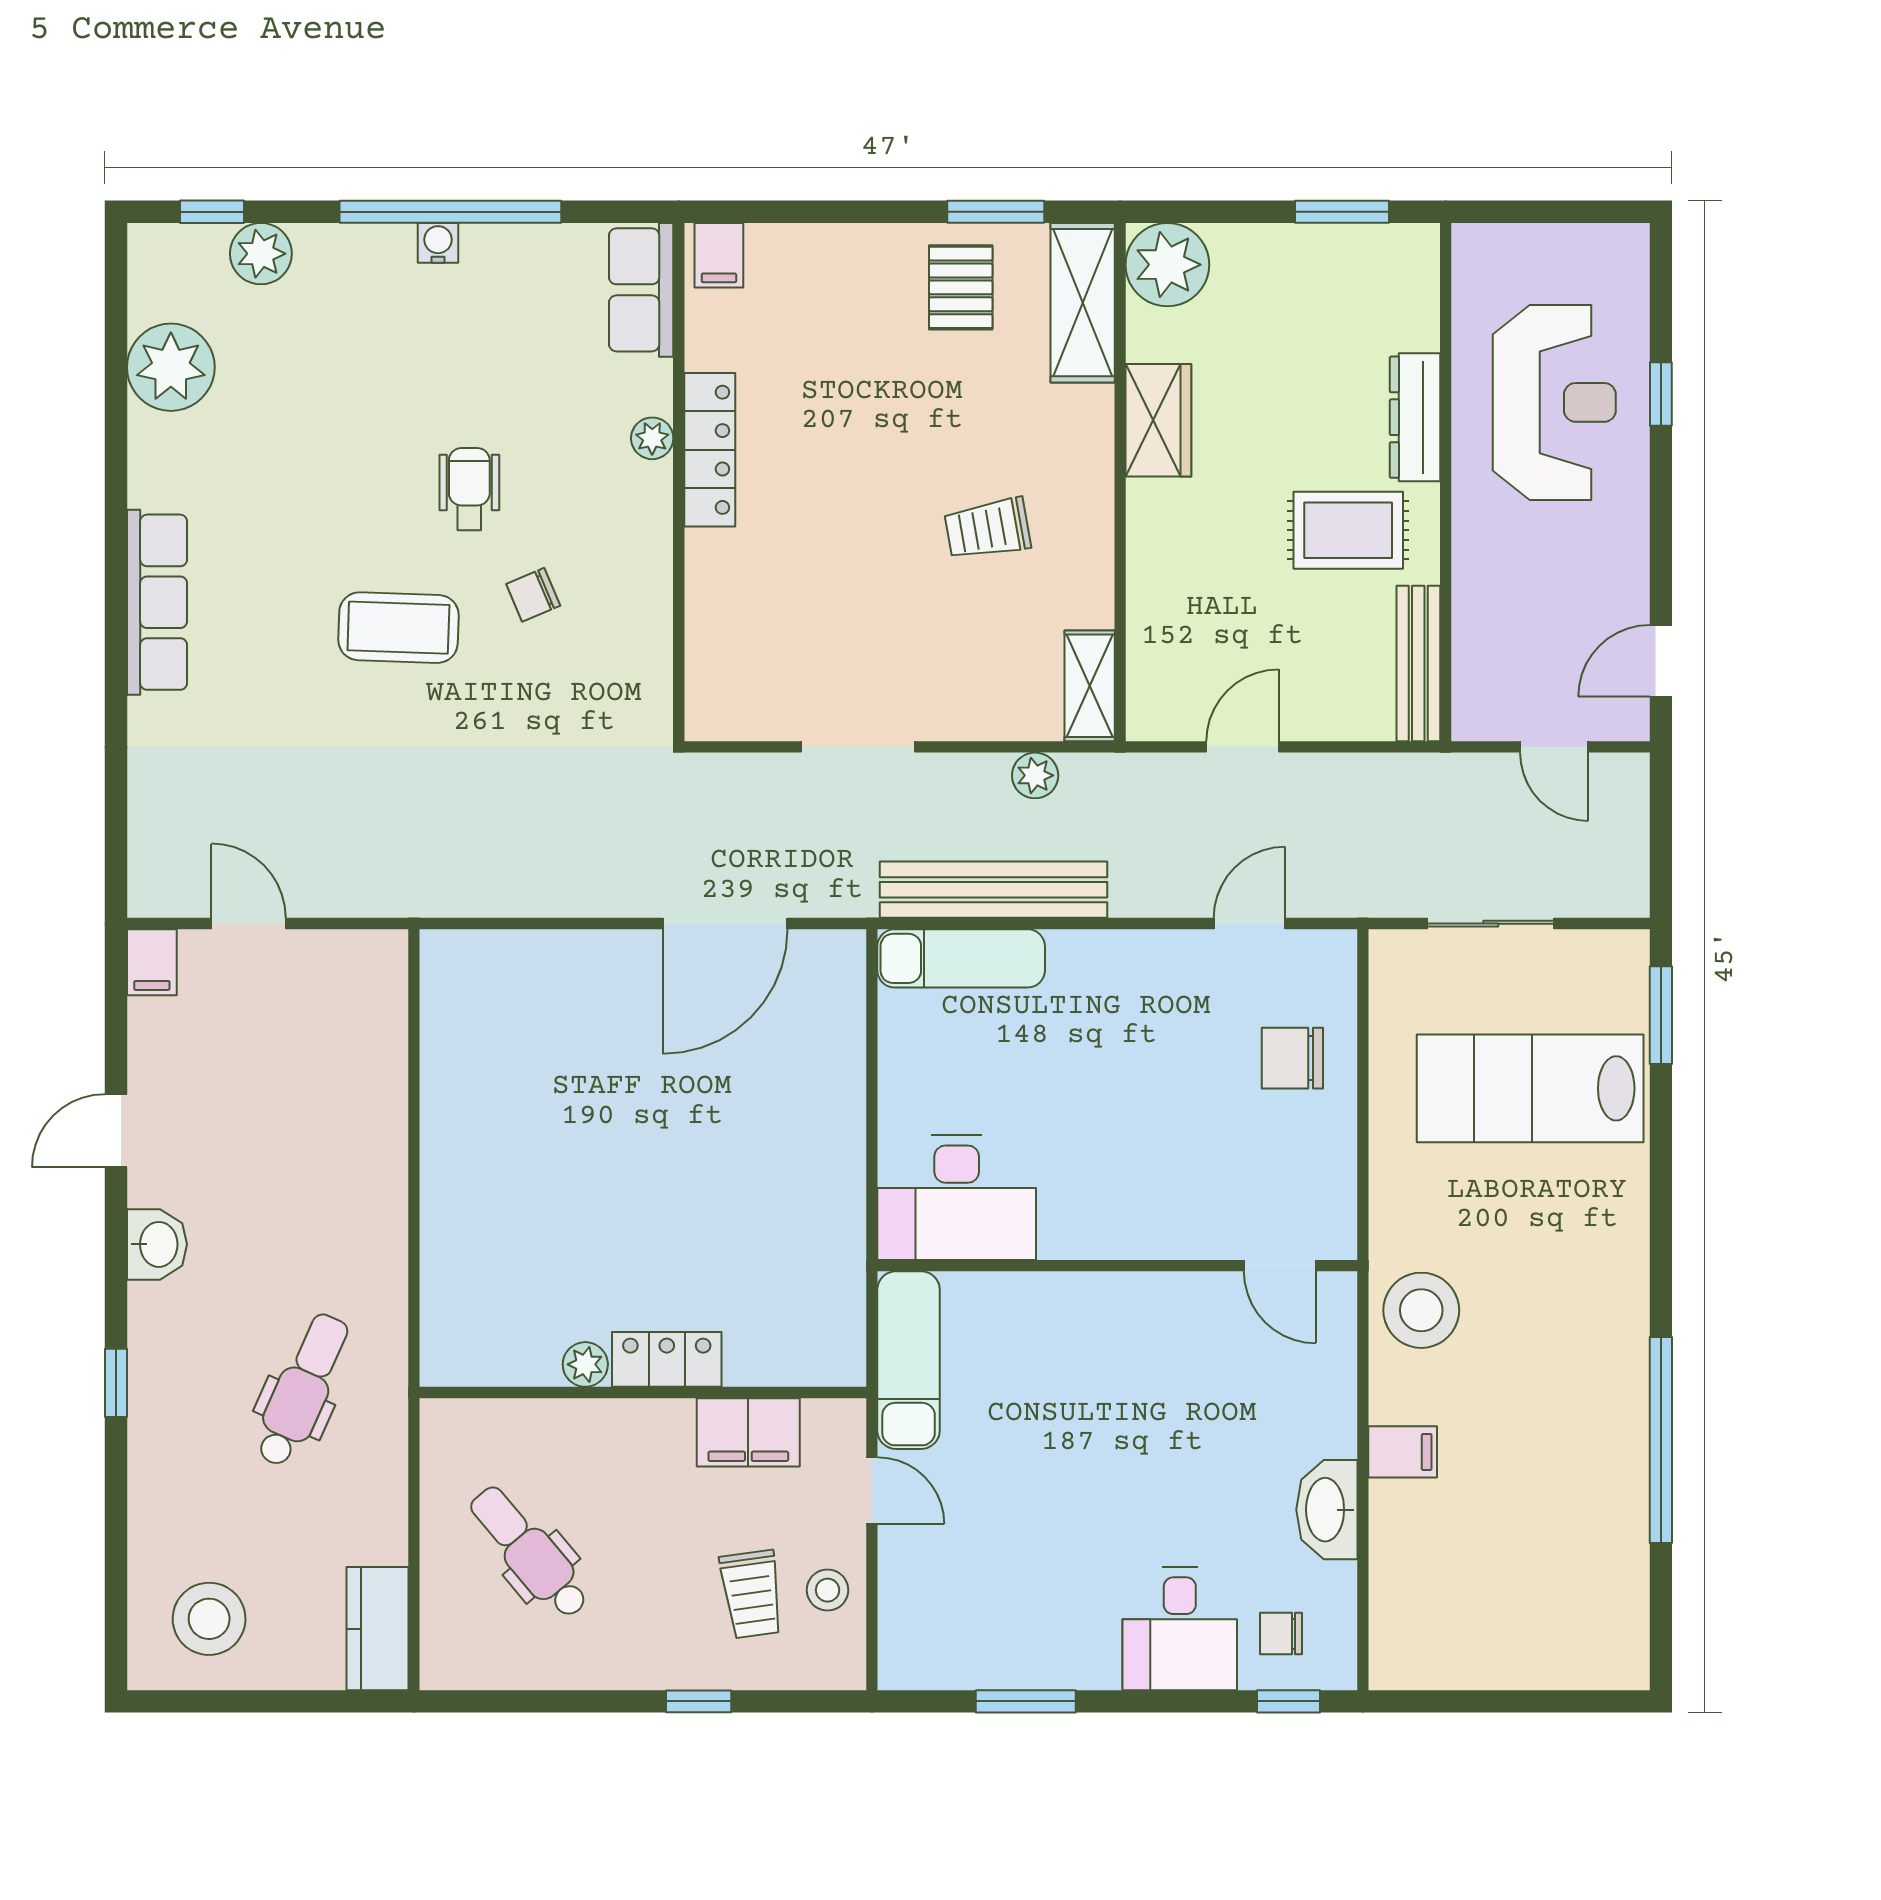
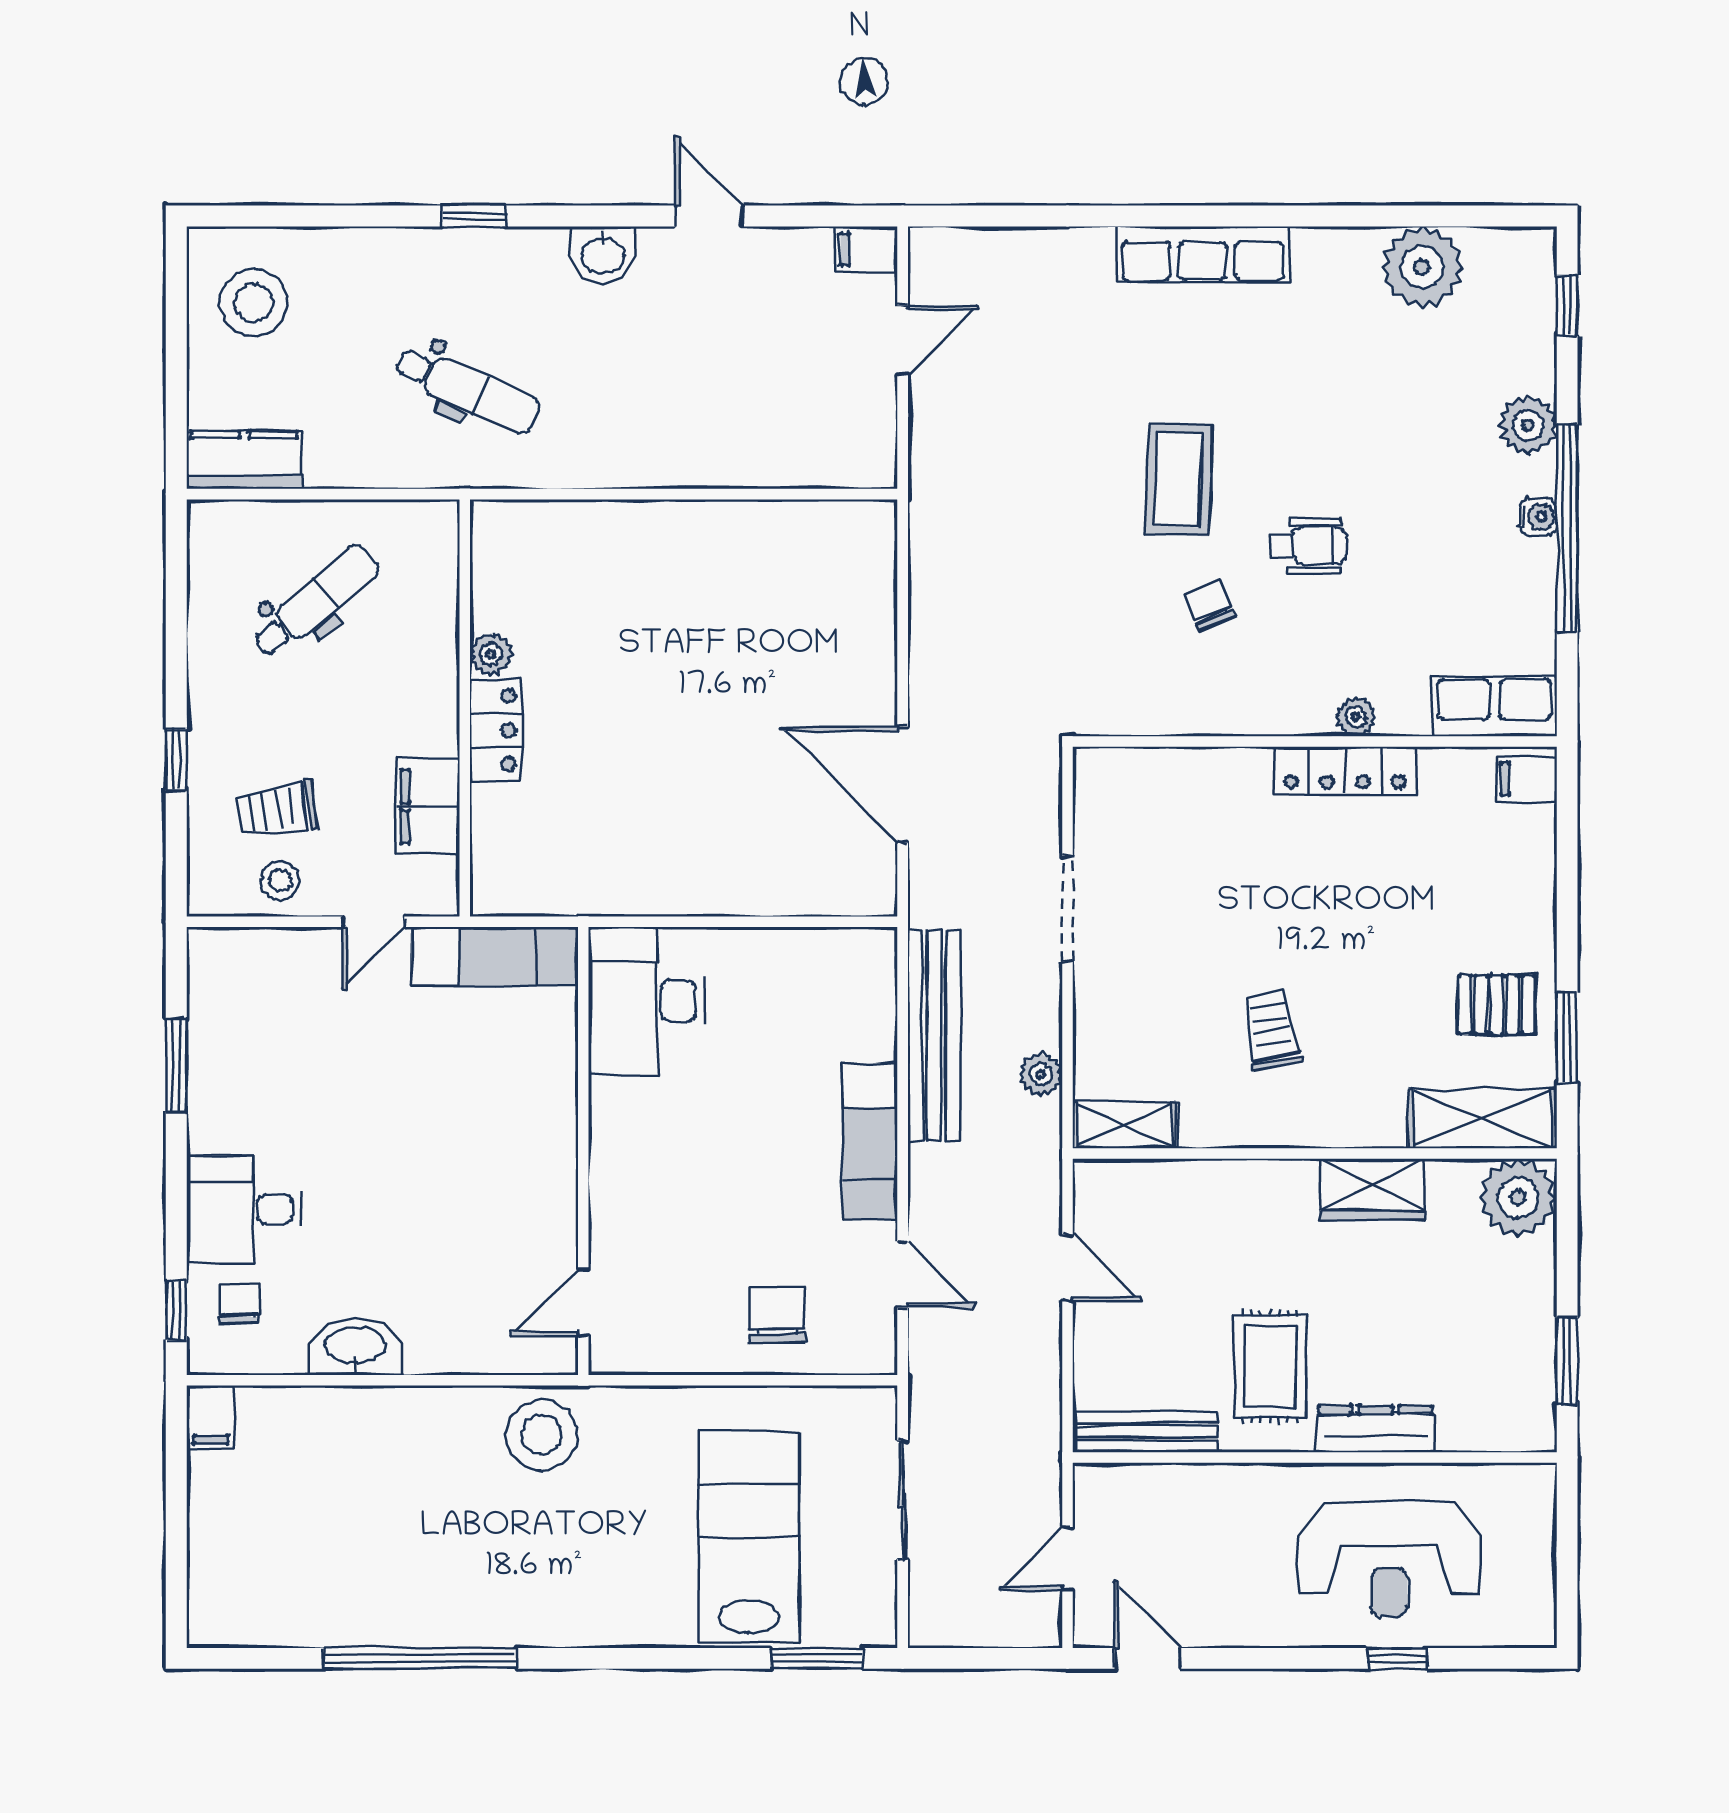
plant: (261, 254) -> (1528, 425), moved
exam couch: (961, 958) -> (870, 1142), moved
filing cabinet: (1403, 1452) -> (211, 1417), moved

